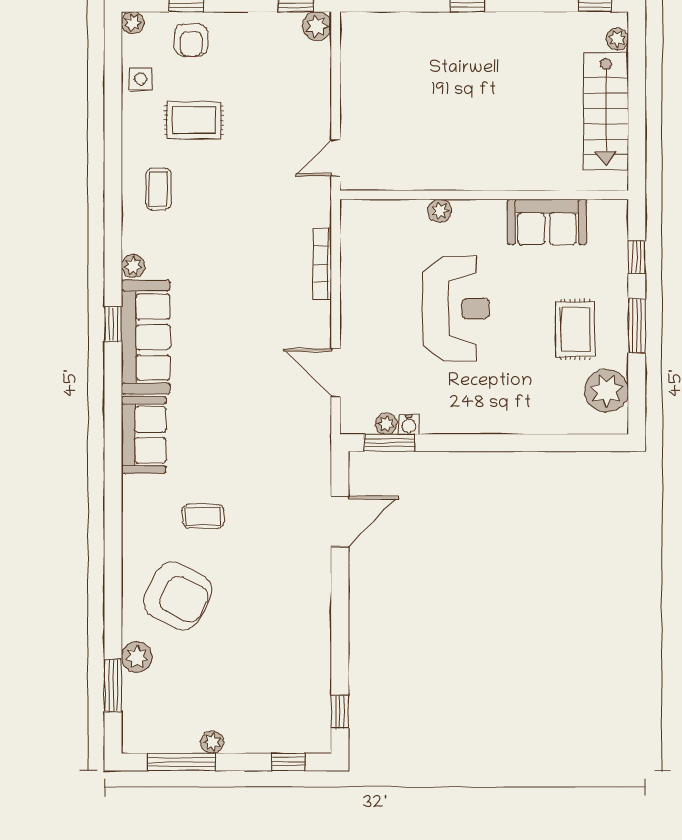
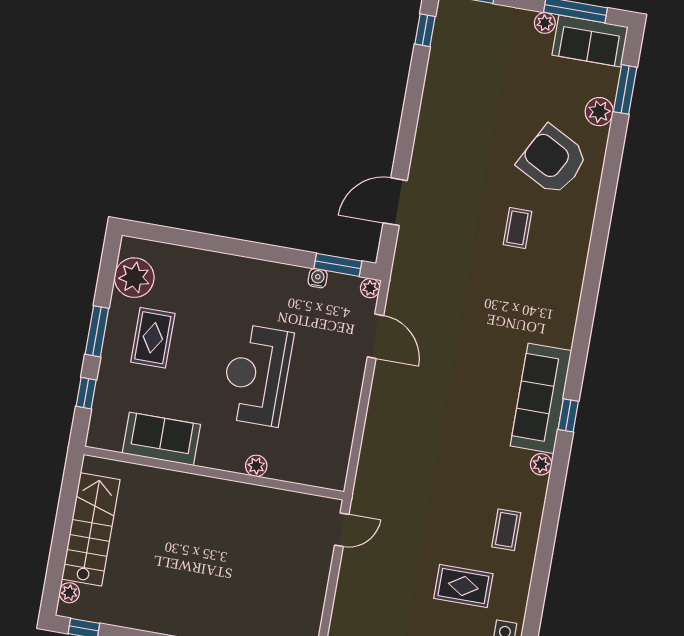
bookcase: (322, 264) -> (370, 436), removed
plant: (386, 424) -> (370, 288), moved
sofa: (144, 435) -> (590, 41), moved, turned -90
coffee table: (203, 516) -> (517, 228), turned 90

